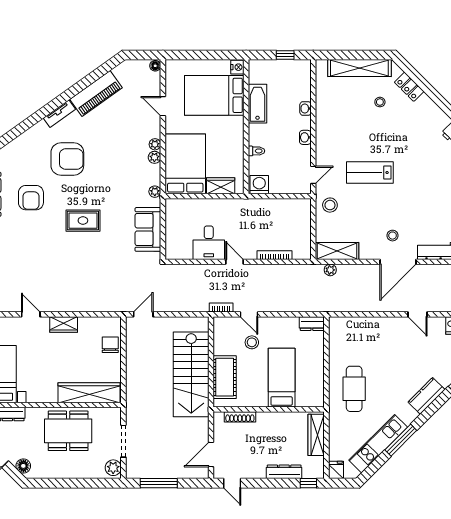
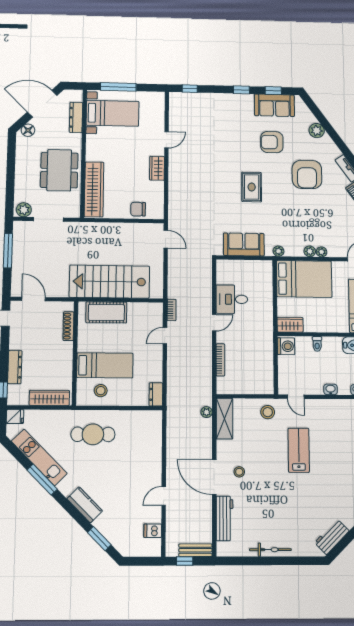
plant: (16, 147) -> (317, 131), added
wardrobe: (221, 186) -> (290, 325), moved, turned -90
stool: (252, 342) -> (101, 391), moved
chair: (110, 345) -> (138, 209), turned 180

